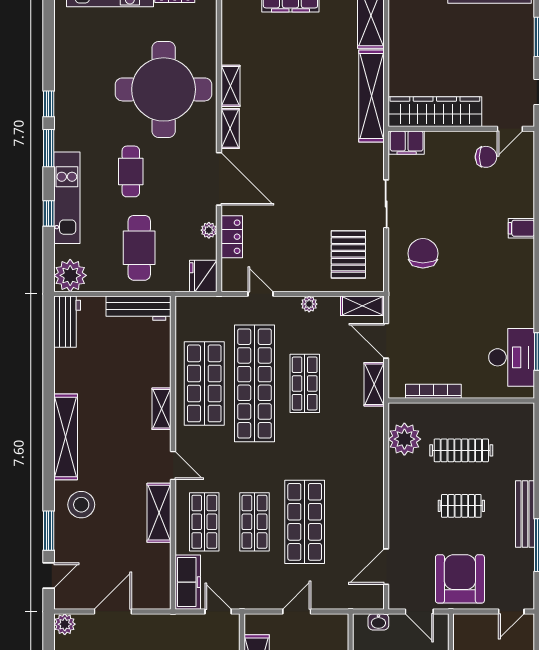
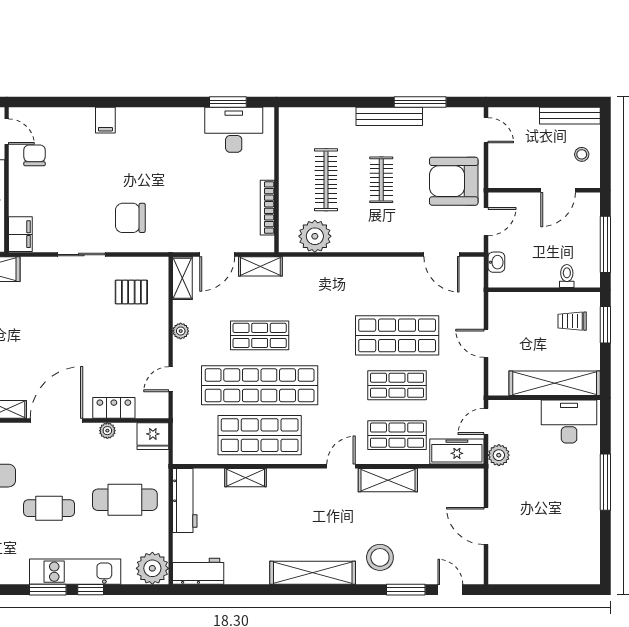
window: (49, 148) -> (48, 590), moved
pallet: (348, 254) -> (131, 292), width x0.67, depth x0.71
shelving: (162, 409) -> (246, 478), moved
plant: (65, 624) -> (499, 455), moved

